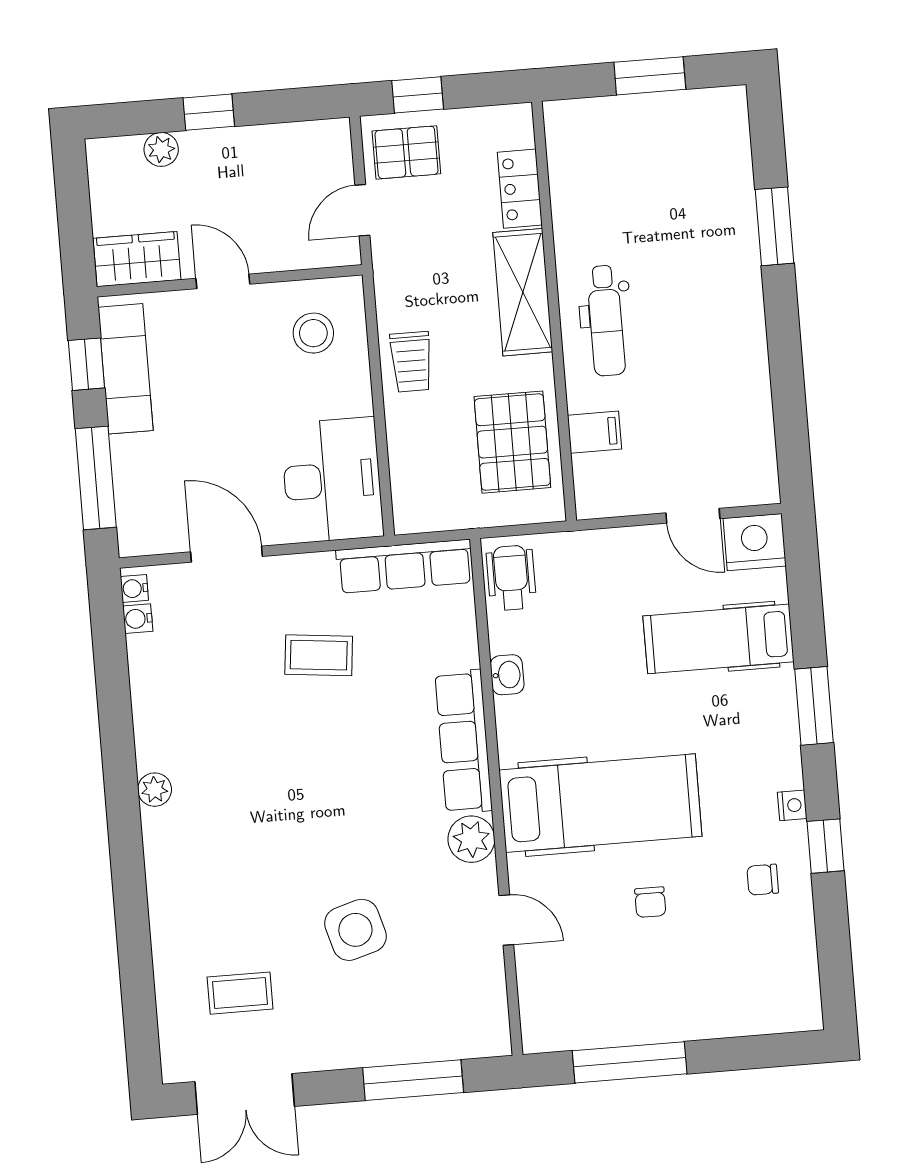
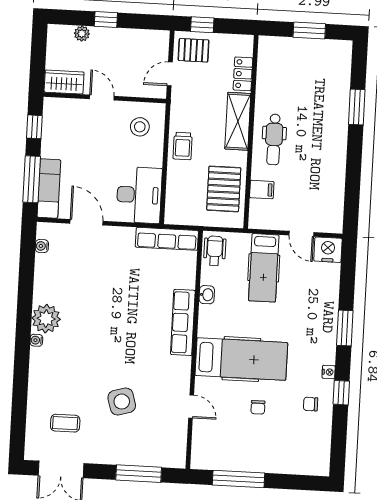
exam couch: (126, 369) -> (49, 189), moved
water cooler: (134, 588) -> (36, 340), moved
hospital bed: (719, 639) -> (264, 268), moved, turned -90
coffee table: (319, 655) -> (122, 274), removed
plant: (155, 790) -> (46, 319), width x1.87, depth x1.87
plant: (471, 839) -> (180, 367), removed

